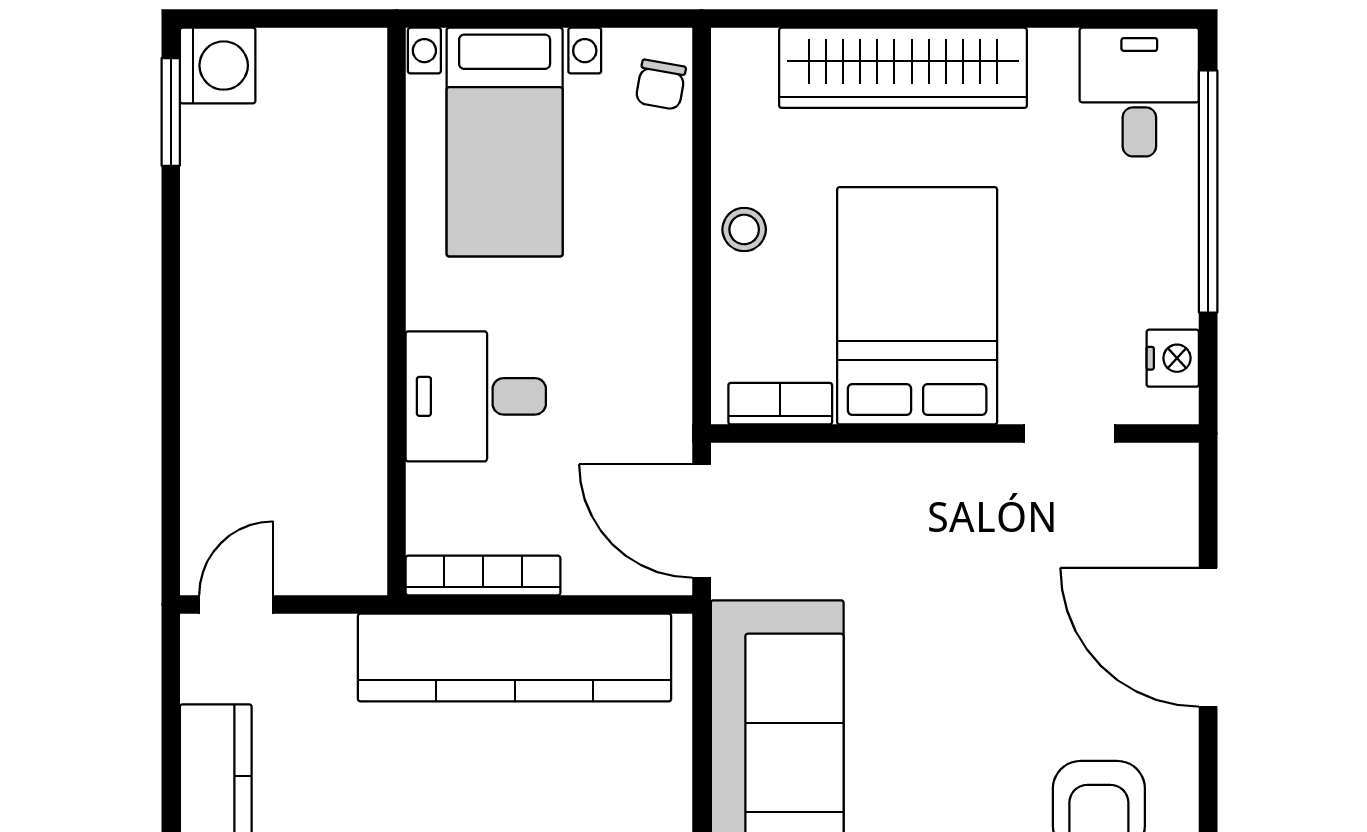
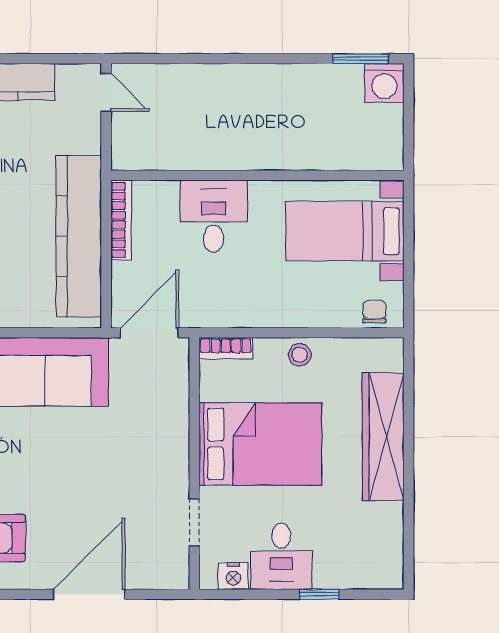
chair: (661, 85) -> (374, 312), turned 80
desk: (1139, 92) -> (281, 556), moved, turned 90
window: (1208, 191) -> (319, 594), width x0.32
bookcase: (780, 404) -> (226, 348), moved, turned 90

